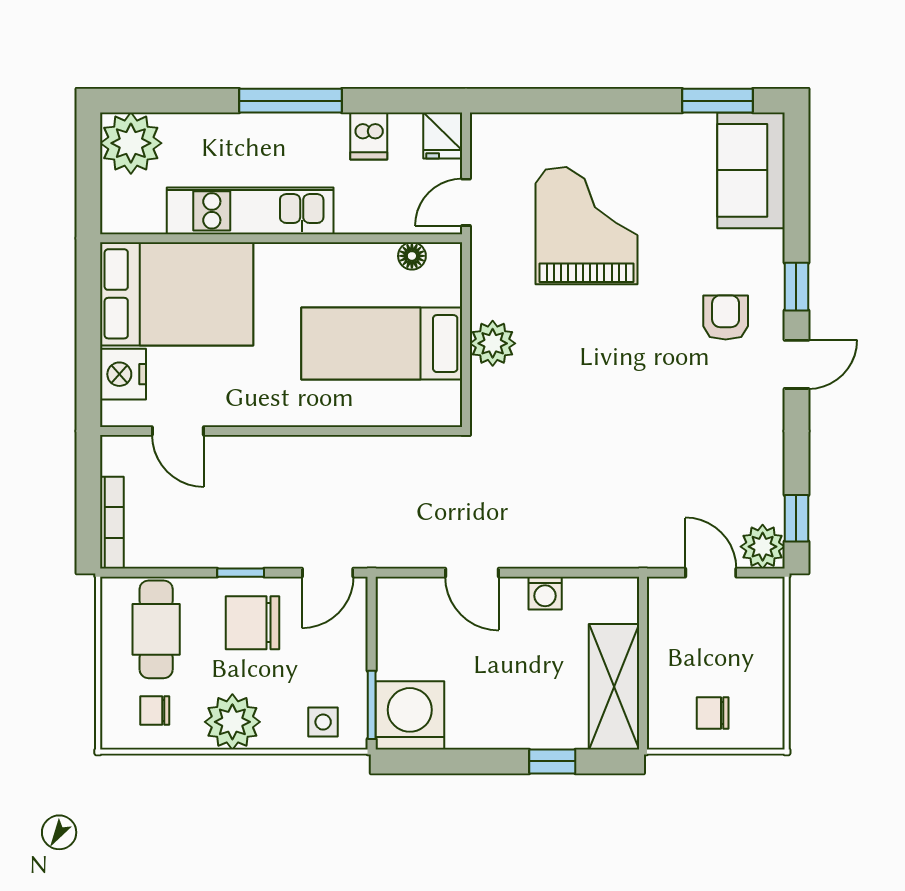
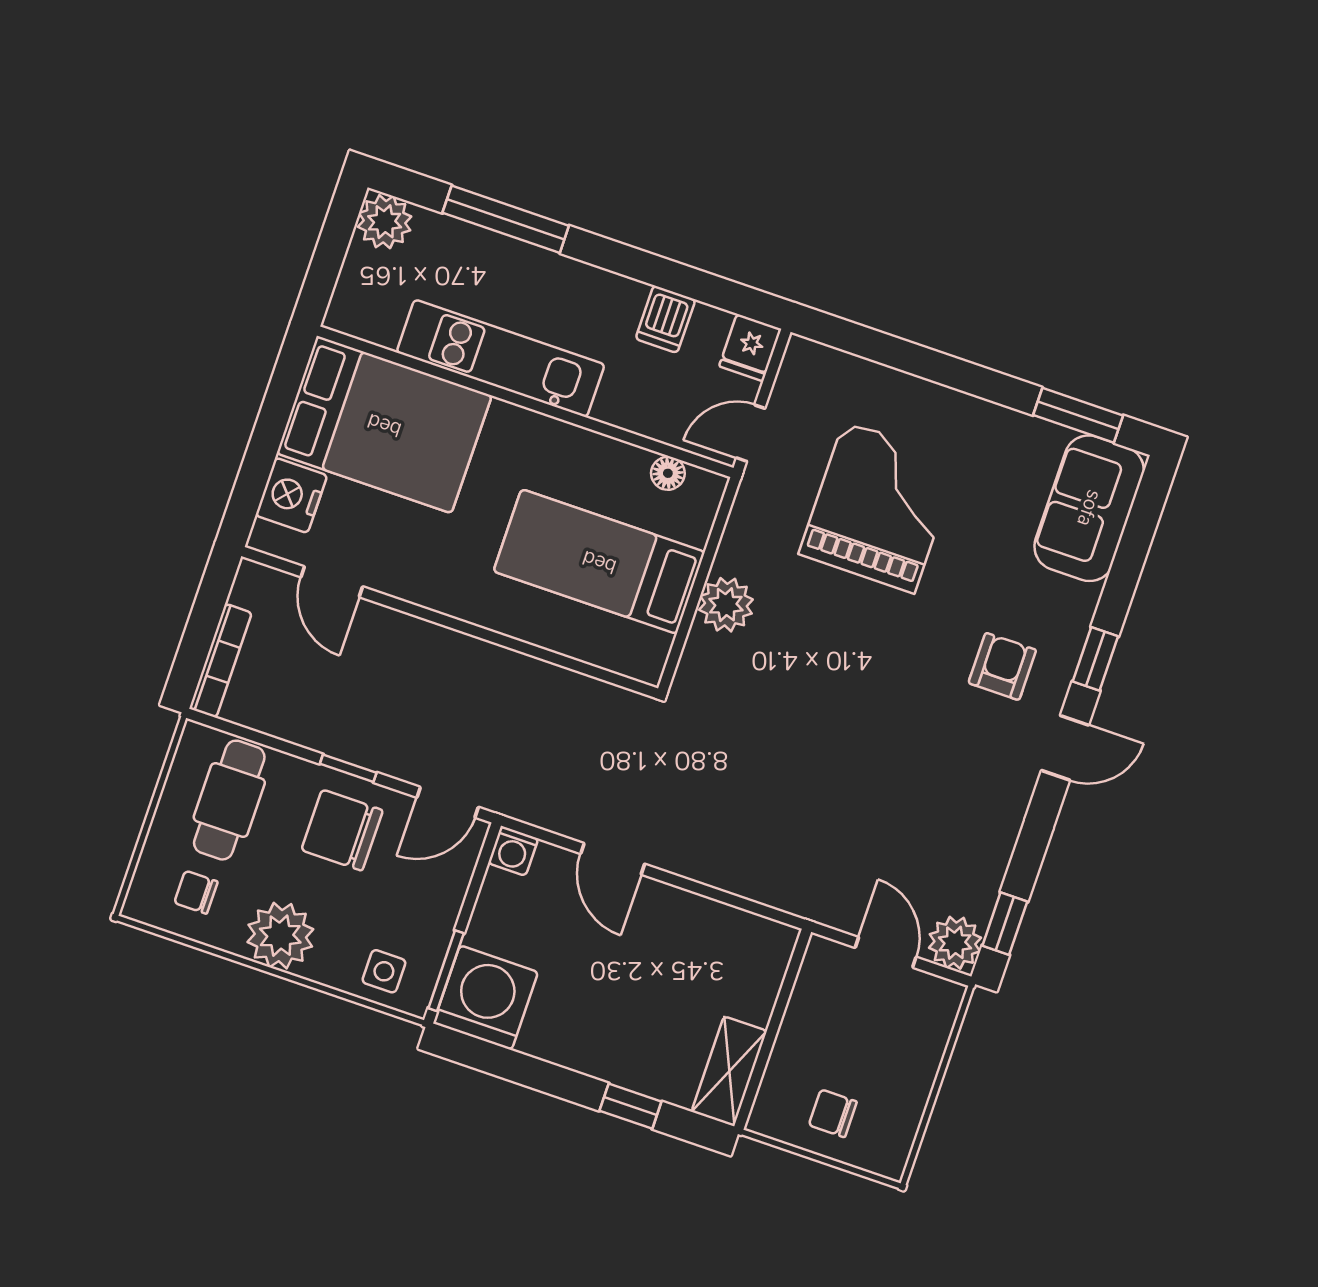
window: (290, 101) -> (506, 219), moved
plant: (131, 143) -> (385, 222), width x0.73, depth x0.73
washing machine: (545, 593) -> (513, 851), moved
shelving: (614, 687) -> (729, 1071), width x0.67, depth x0.75

